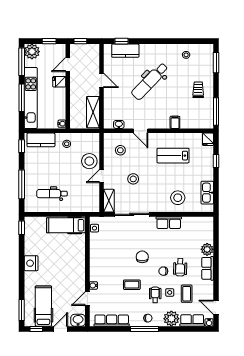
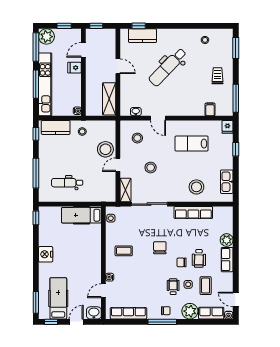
filing cabinet: (175, 122) -> (210, 109), moved
row of seats: (169, 223) -> (193, 213), width x1.48
coffee table: (132, 285) -> (124, 251), moved

